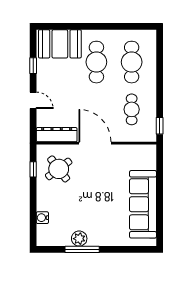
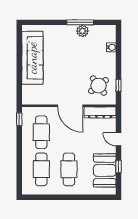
booth: (60, 44) -> (105, 170), moved, turned 90
cafe table: (132, 109) -> (41, 132), width x1.37, depth x1.35

